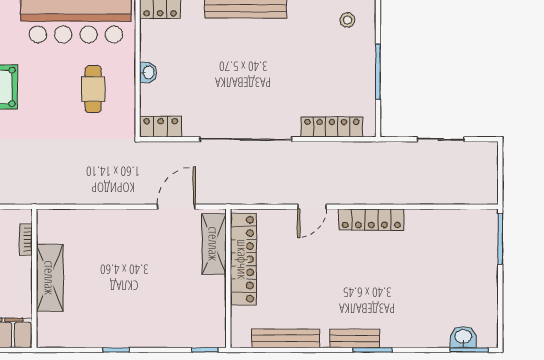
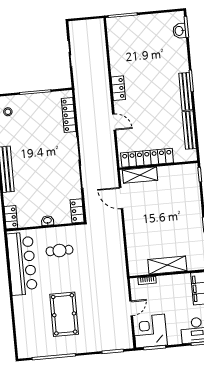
locker: (371, 220) -> (118, 88), width x0.66
bench: (355, 338) -> (186, 91), width x1.36

